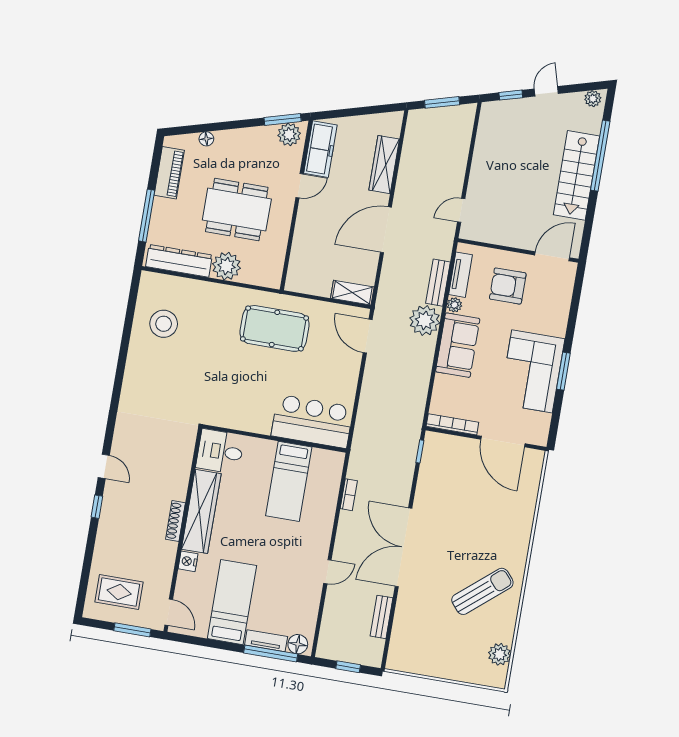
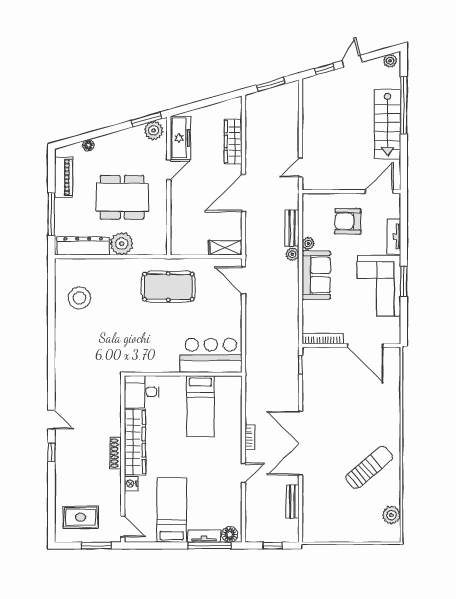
tv unit: (461, 275) -> (394, 237), moved, turned 180
plant: (425, 320) -> (292, 254), width x0.53, depth x0.53
bookcase: (349, 495) -> (250, 437), moved

